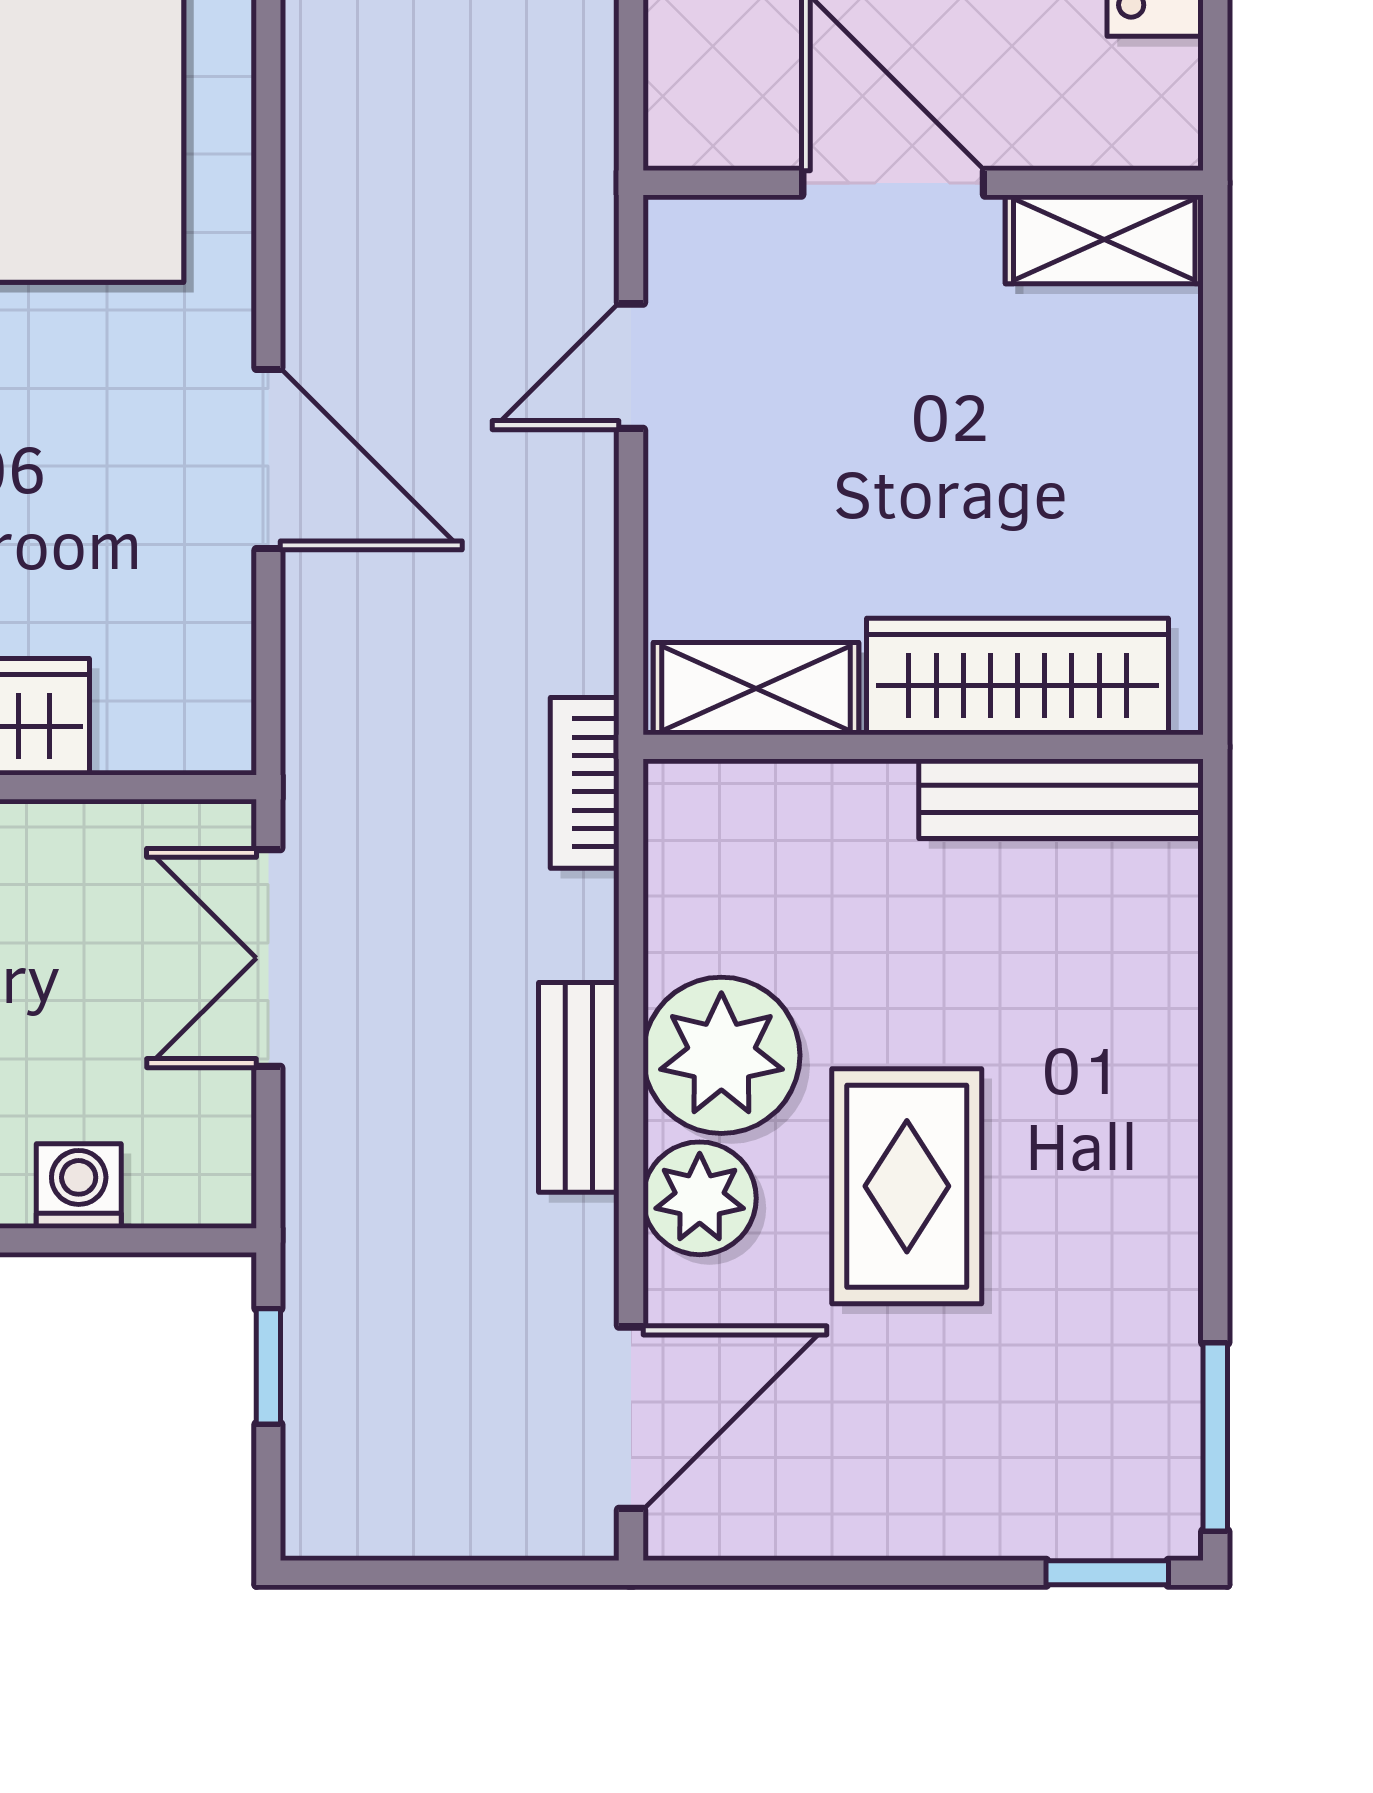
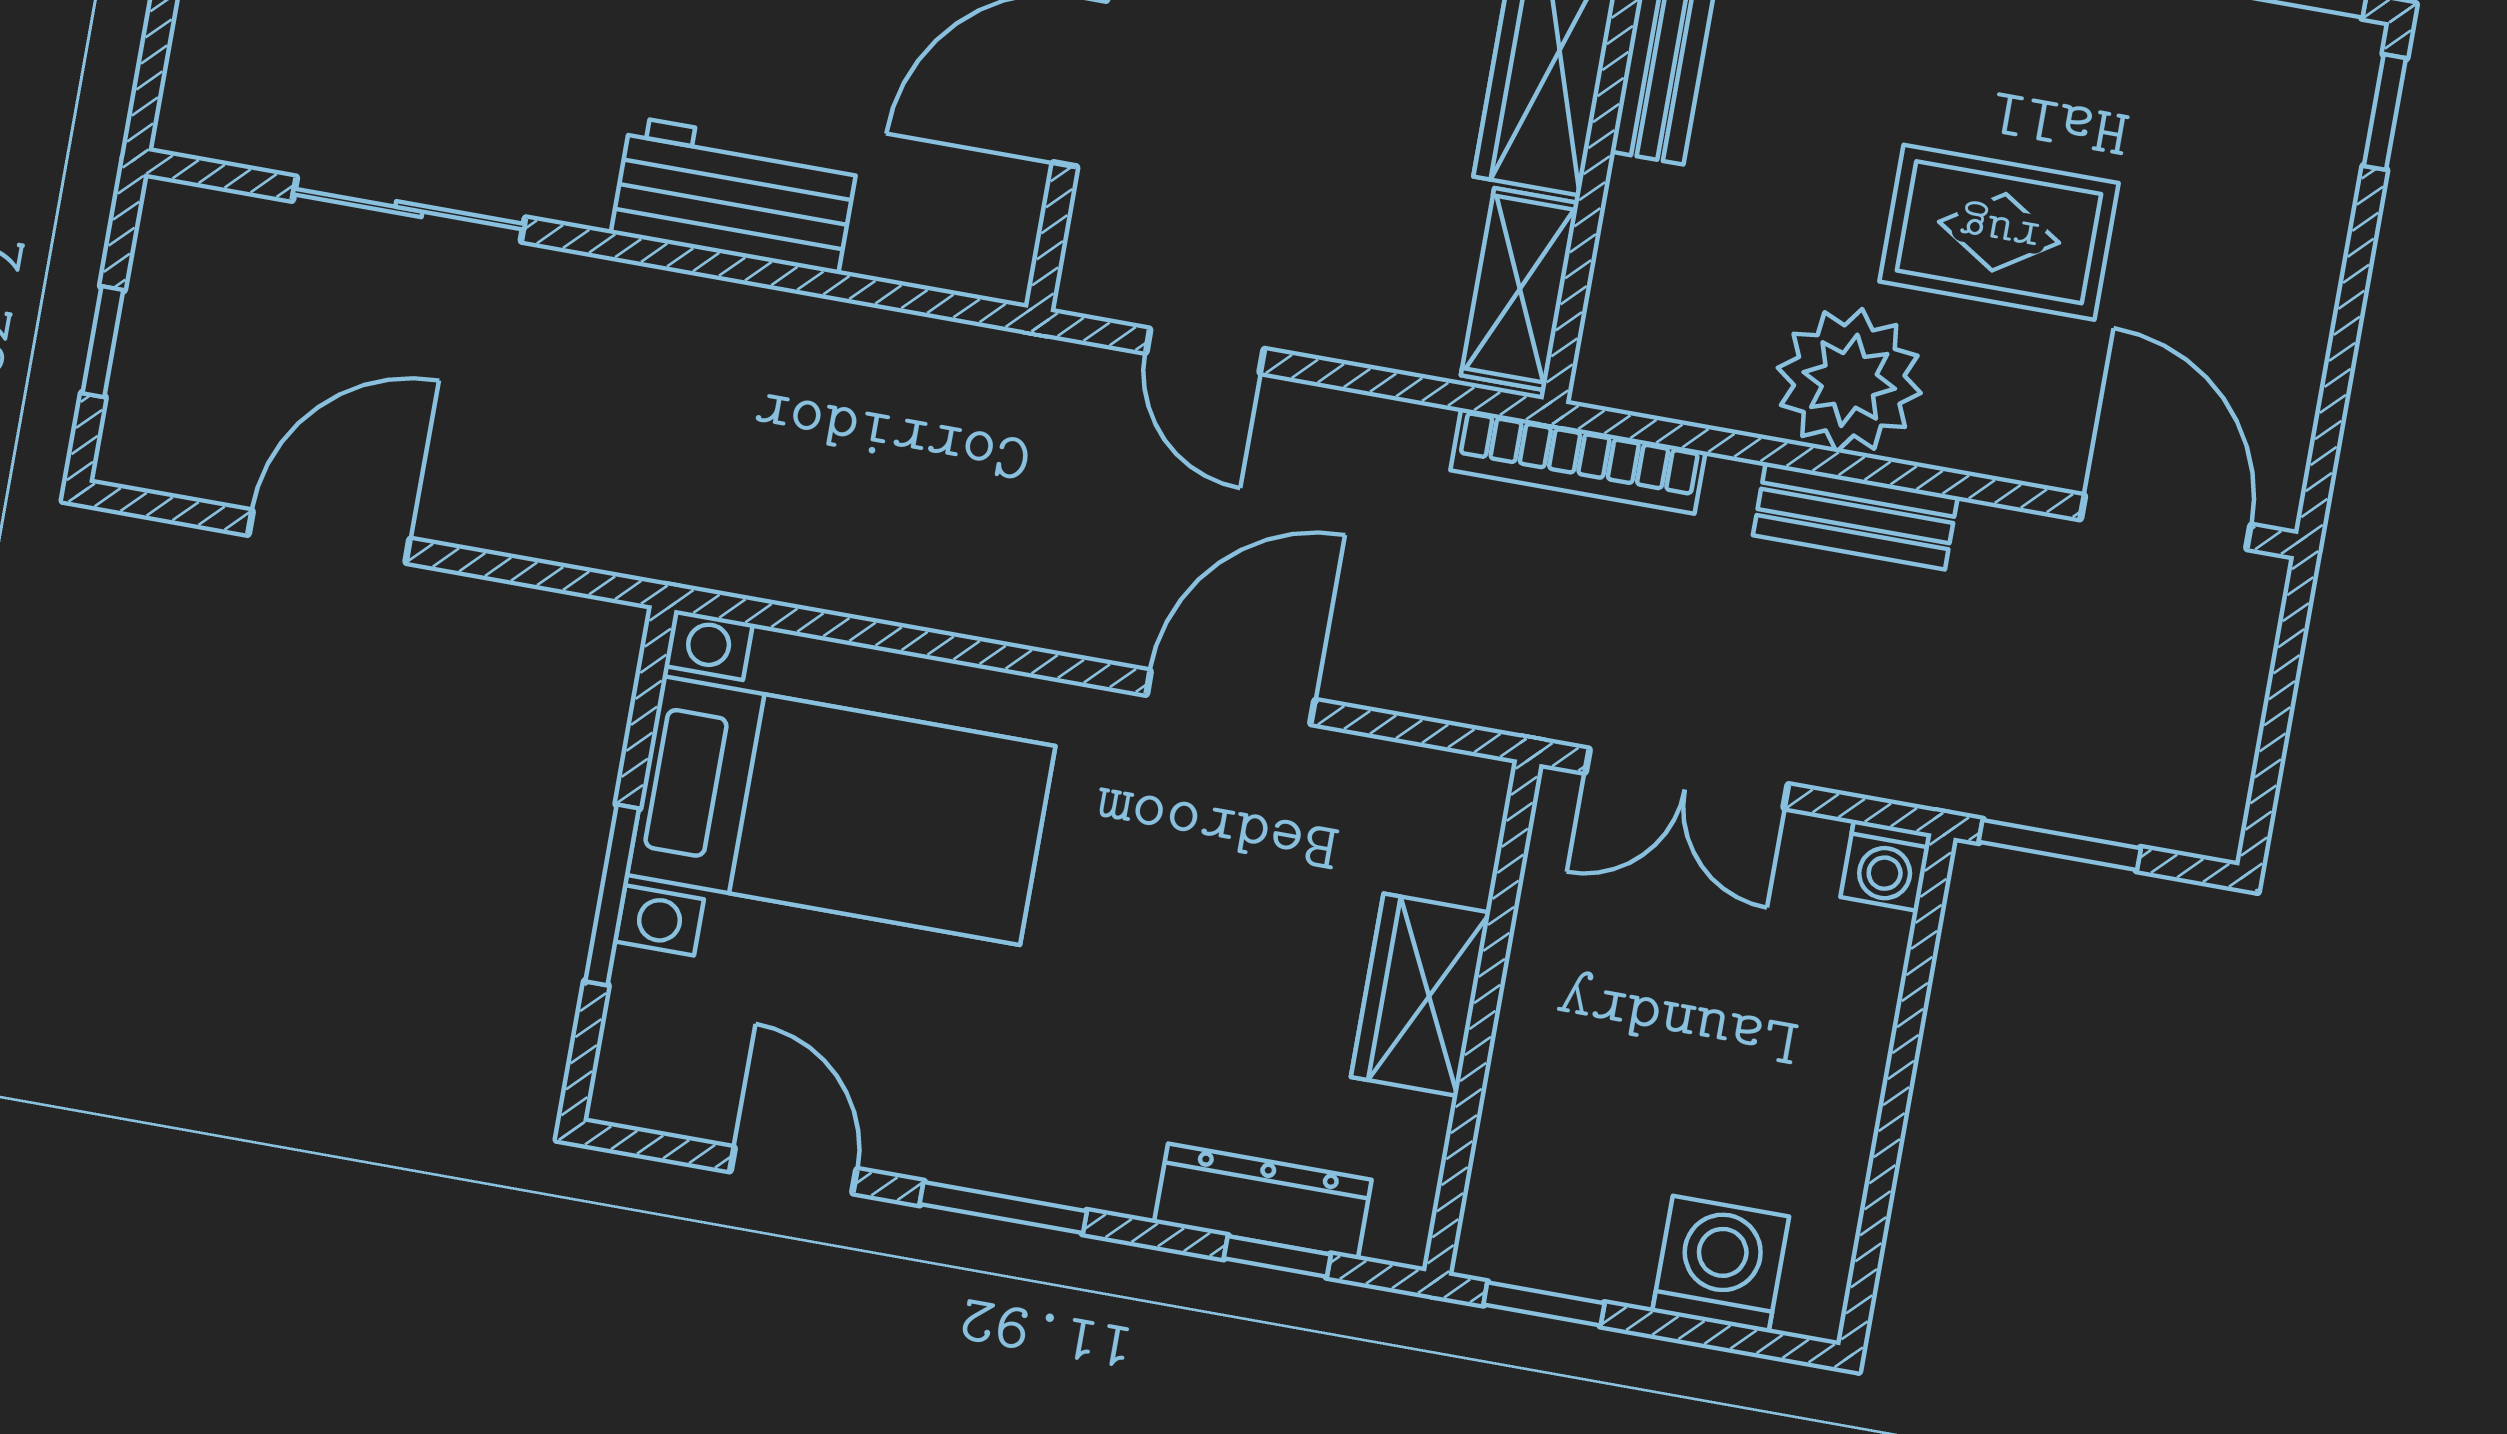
bookcase: (585, 783) -> (1578, 461), width x1.56
washing machine: (79, 1186) -> (1886, 865), moved, turned -90
plant: (700, 1198) -> (1976, 424), removed
window: (268, 1366) -> (2060, 845), width x1.50

